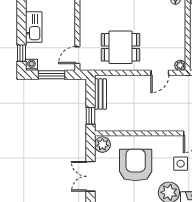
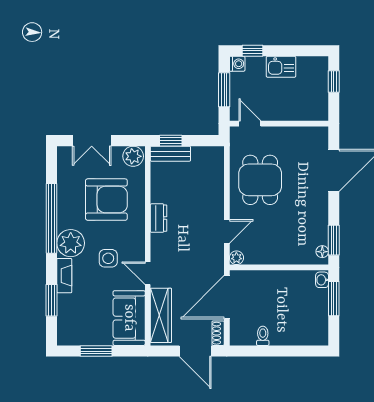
kitchen sink: (34, 27) -> (281, 67), width x0.73
door: (160, 73) -> (227, 231), swing flipped
bench: (100, 94) -> (170, 154), moved
dresser: (150, 125) -> (159, 218), added
double door: (90, 176) -> (92, 141), swing flipped

